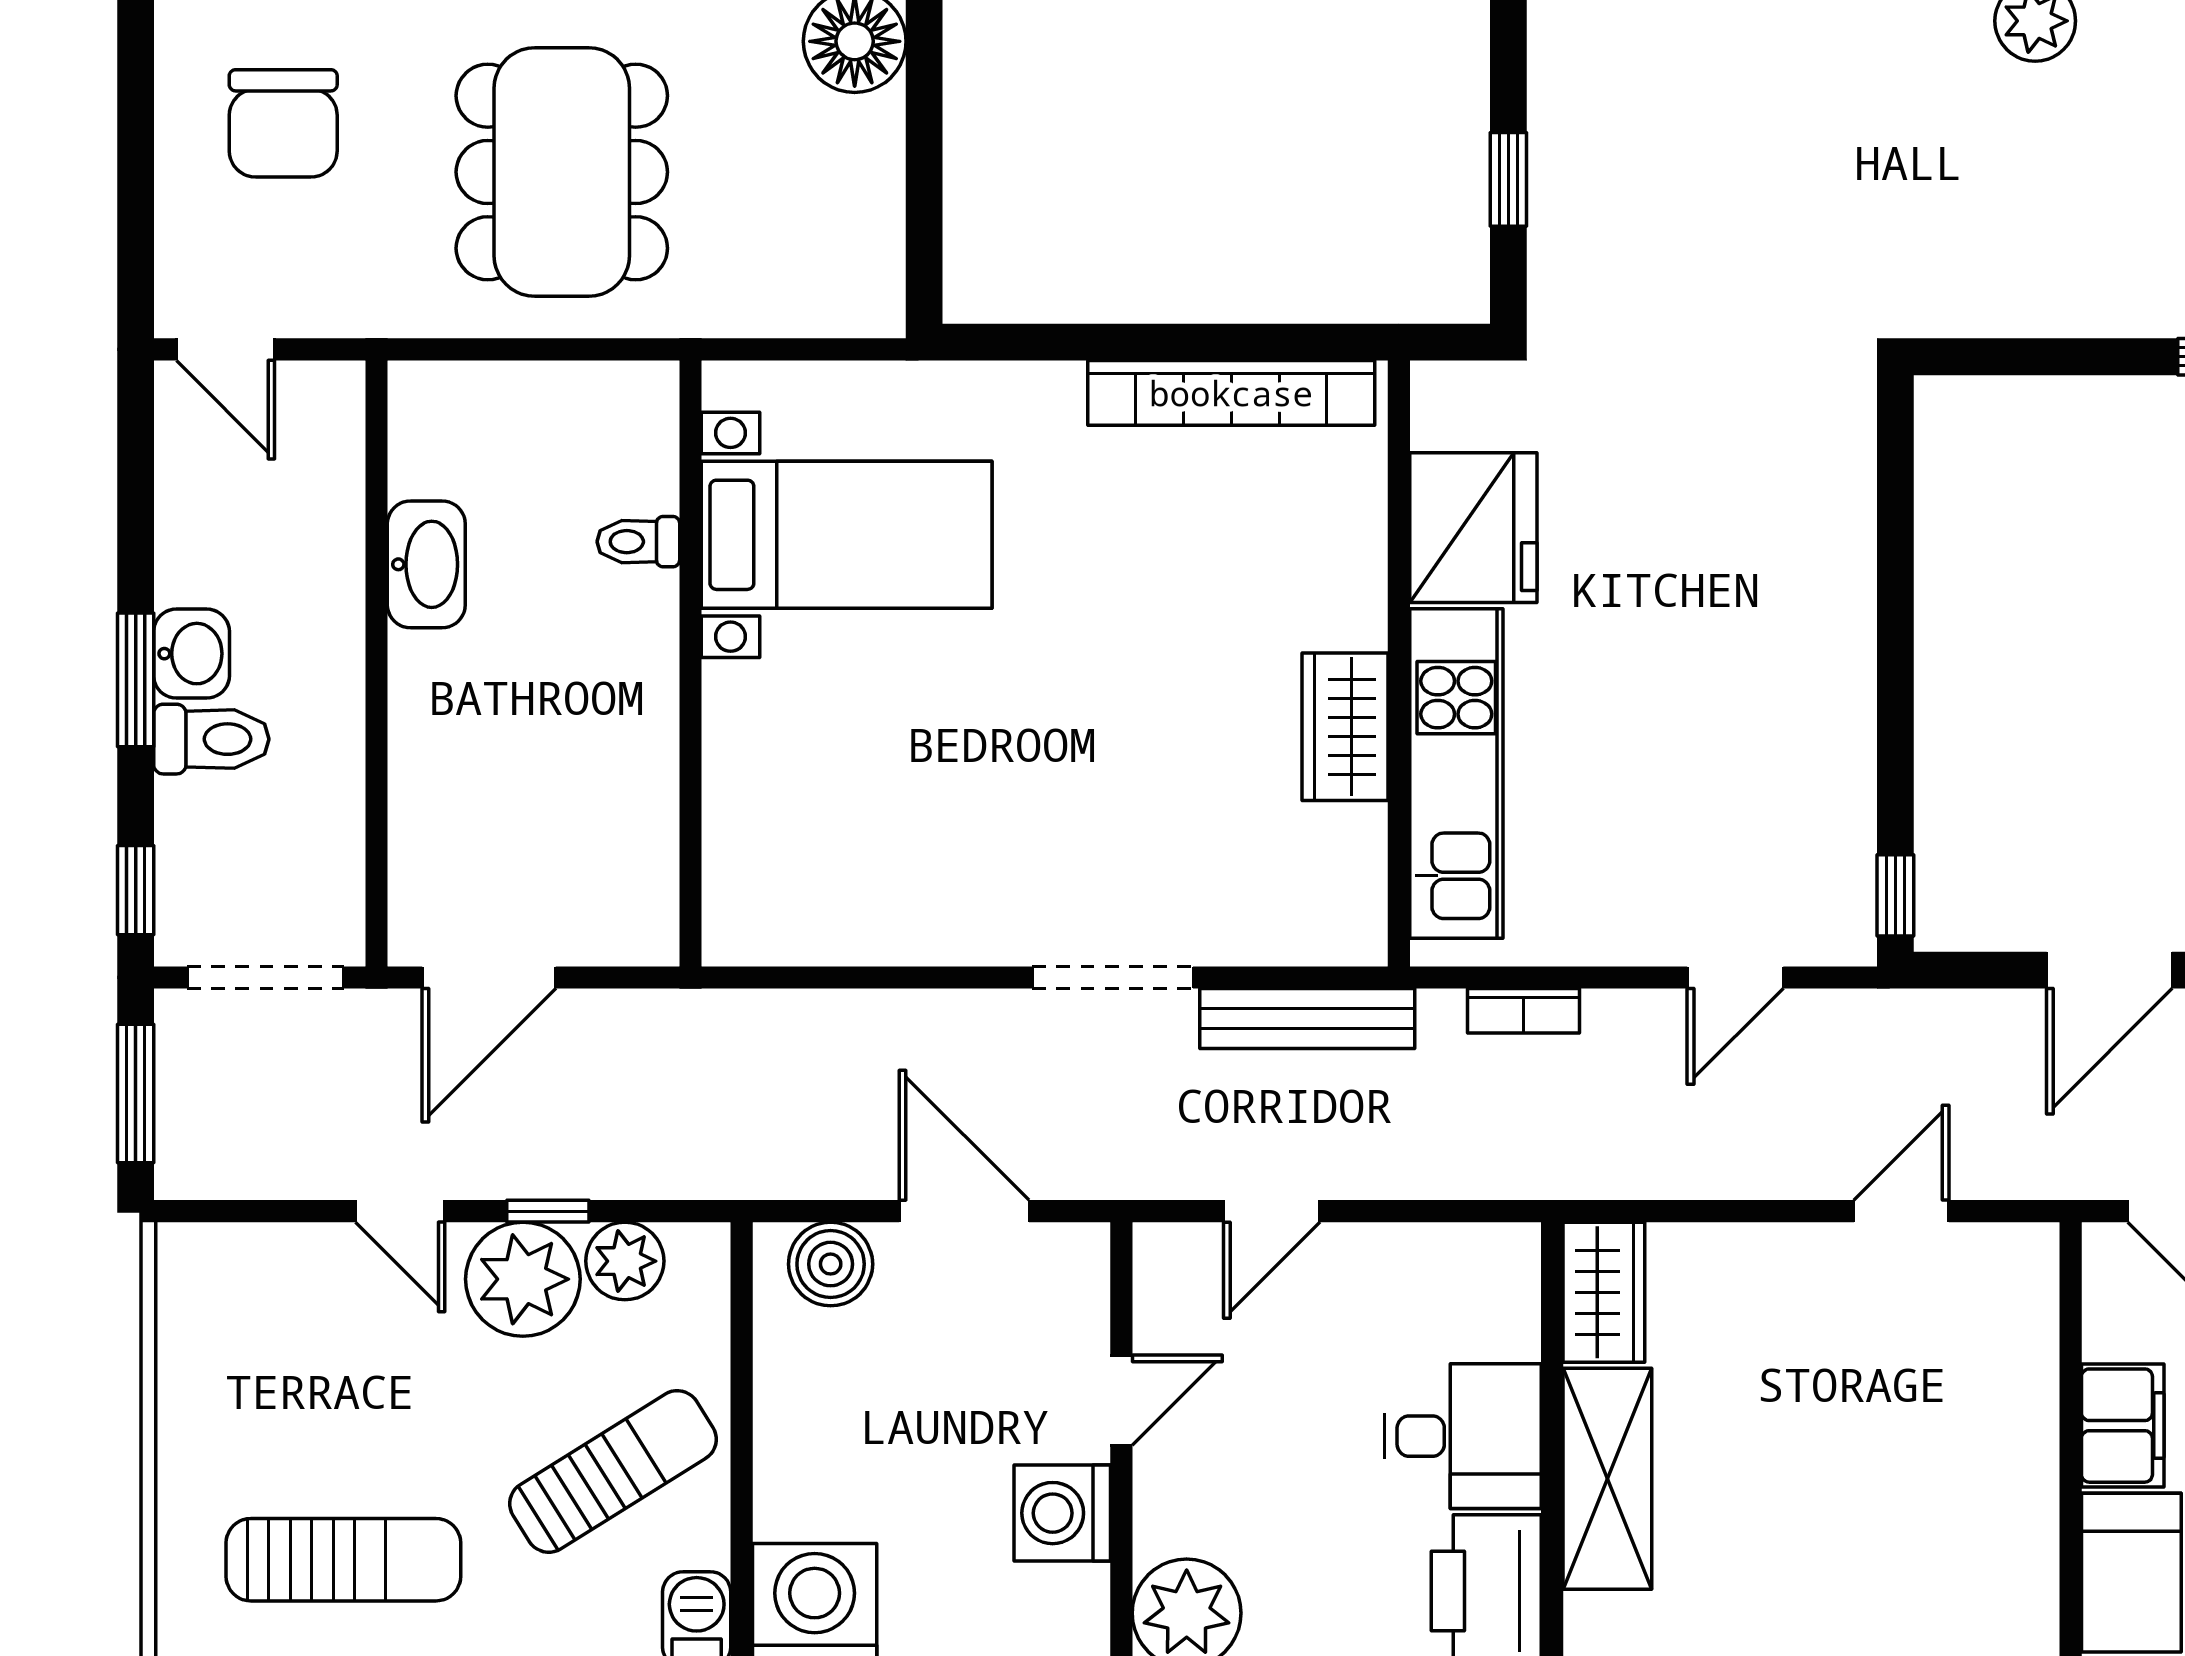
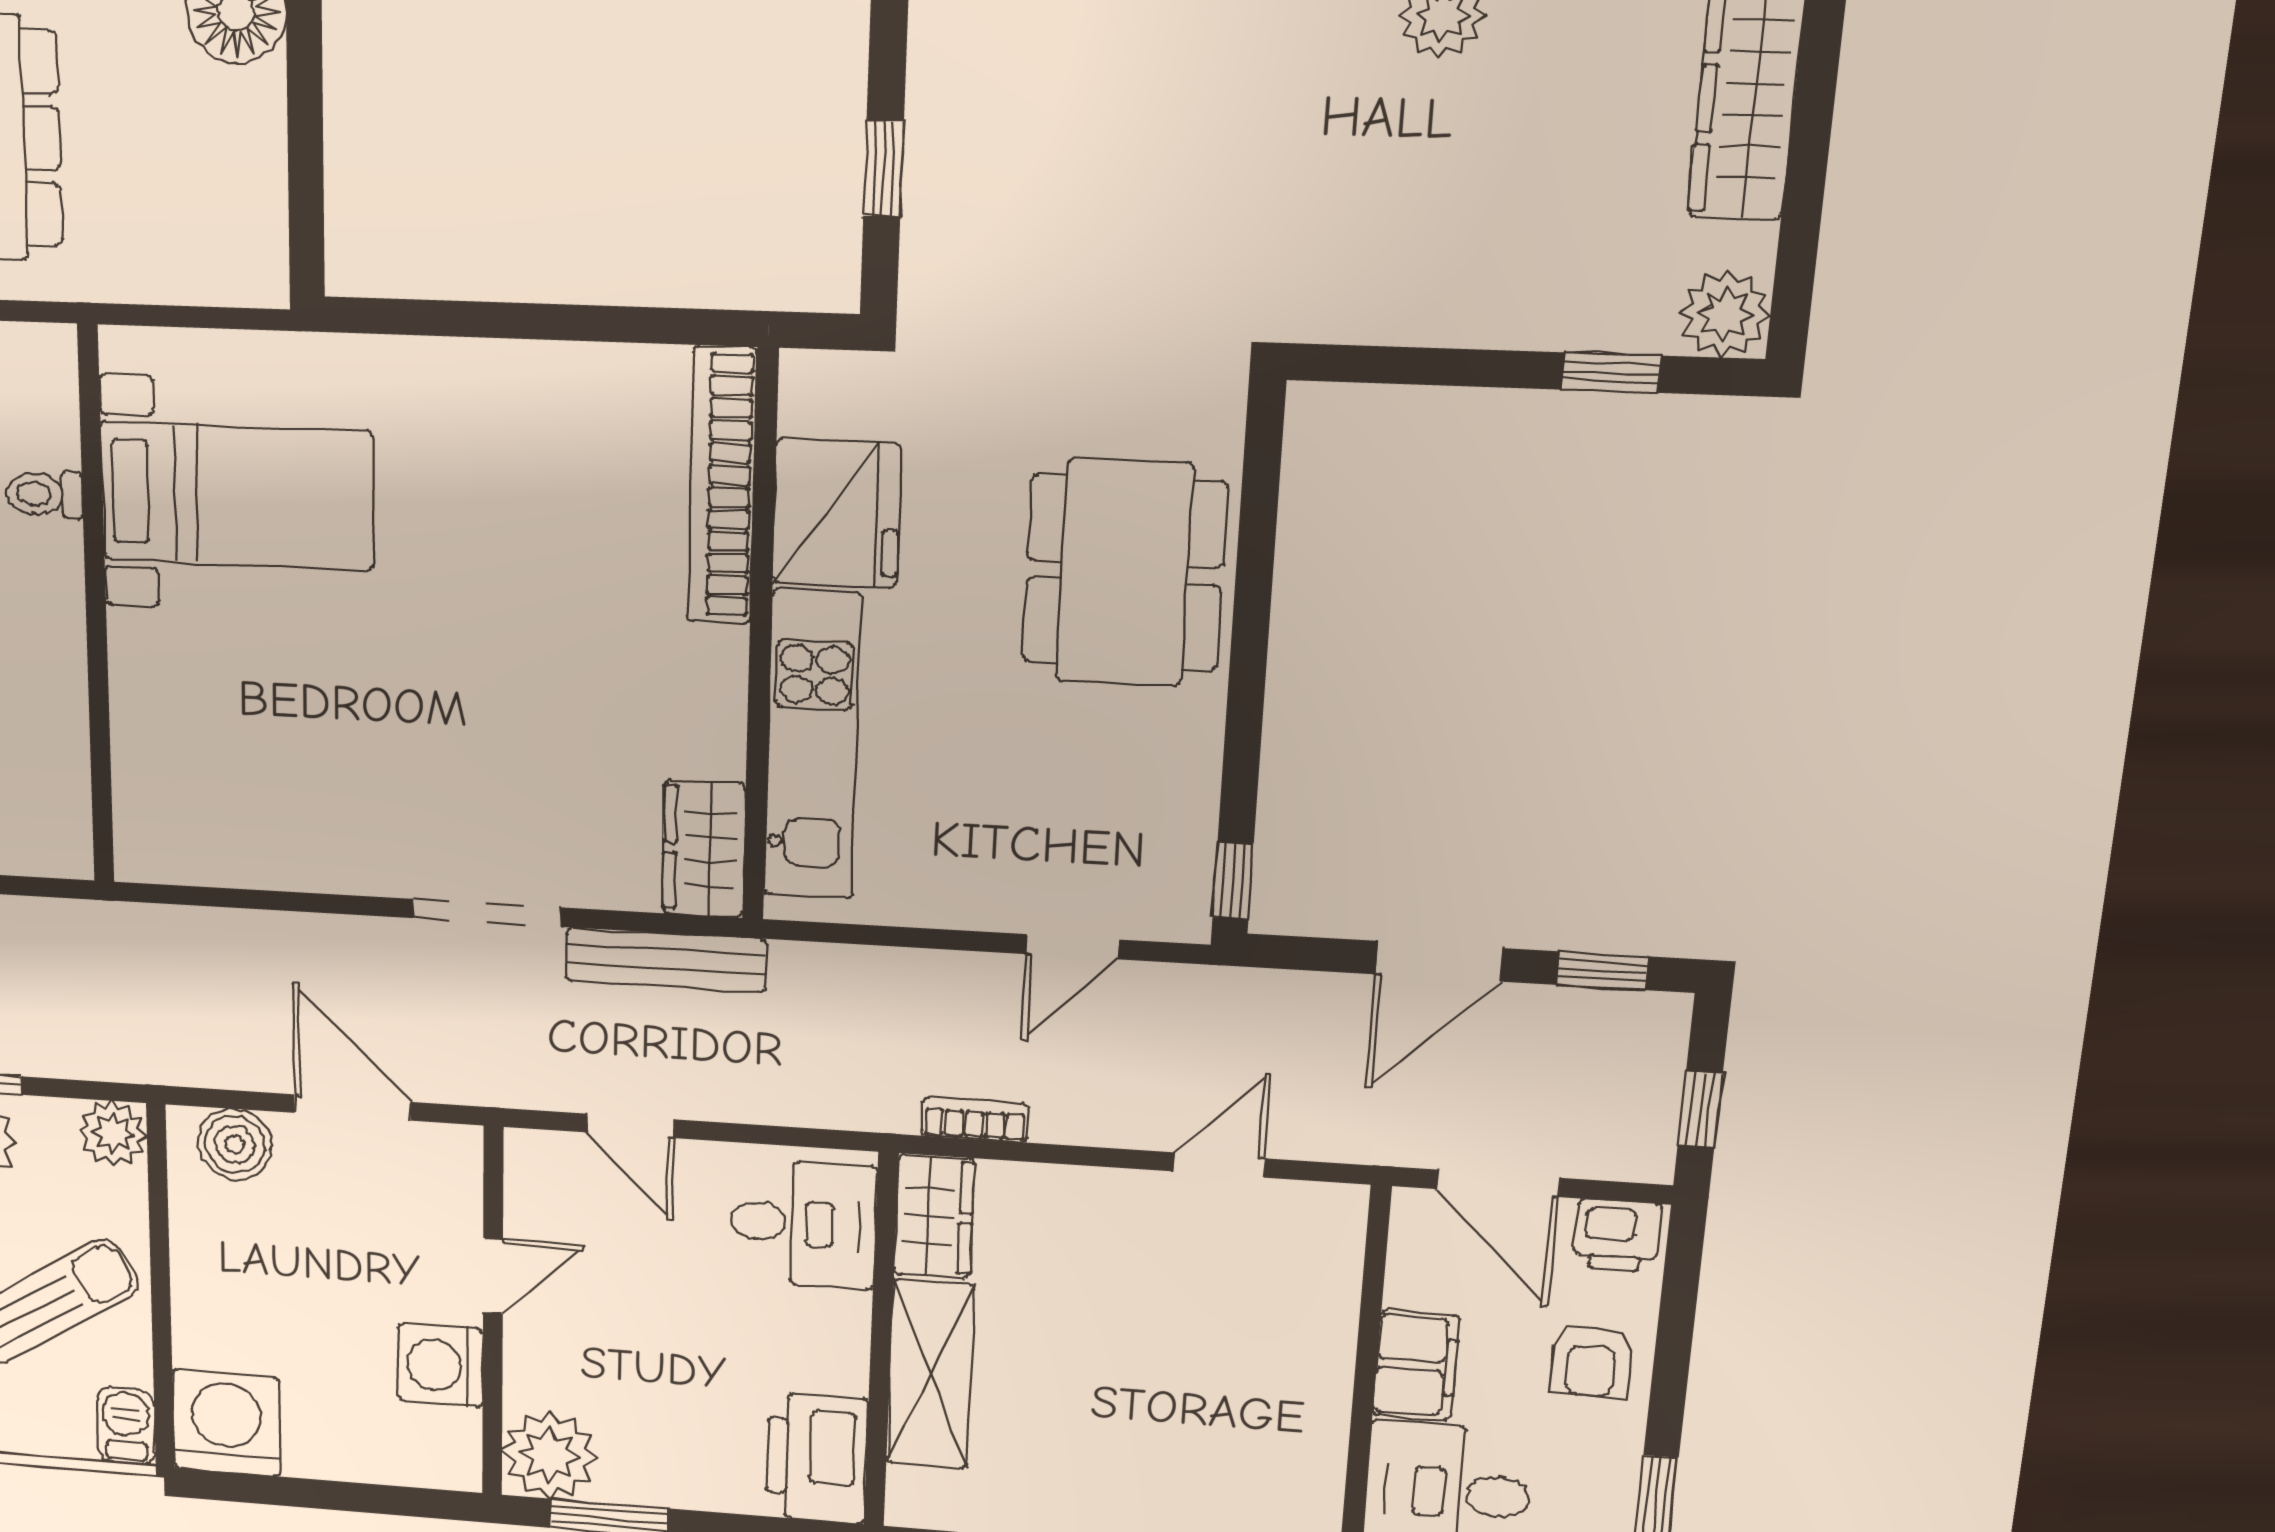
bookcase: (1231, 393) -> (722, 486), moved, turned 90
dining table: (1766, 576) -> (1124, 573), added
wardrobe: (1345, 727) -> (704, 849), moved
bookcase: (1523, 1011) -> (975, 1120), moved, turned 180
door: (1272, 1211) -> (630, 1126), hinge flipped
plant: (625, 1261) -> (113, 1133), moved
desk: (1463, 1436) -> (803, 1224), moved

